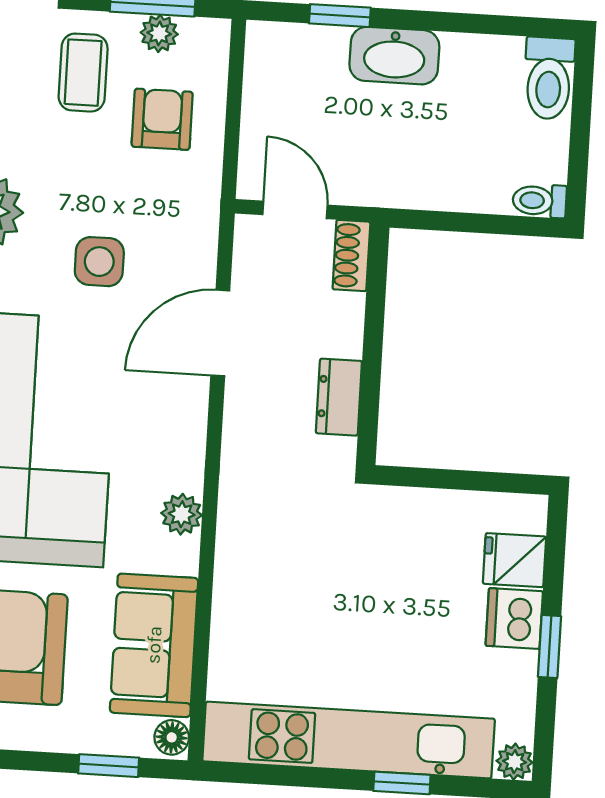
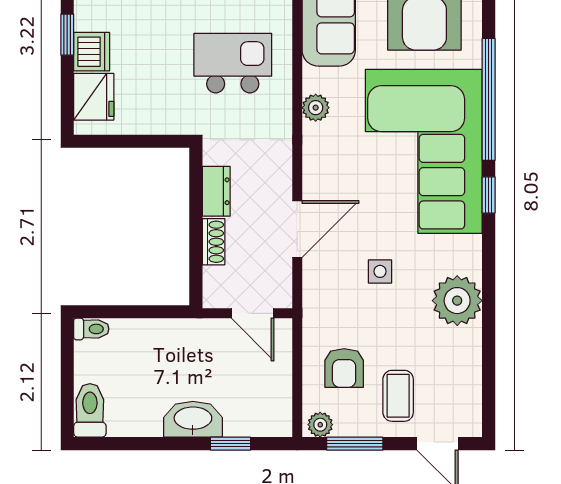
plant: (159, 33) -> (320, 425), moved
shoe rack: (351, 255) -> (214, 242), moved
side table: (99, 262) -> (380, 271), width x0.73, depth x0.73
fridge: (515, 560) -> (94, 97), width x1.38
kitchen island: (303, 589) -> (233, 63), added

